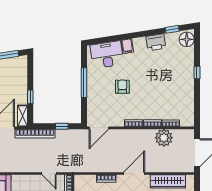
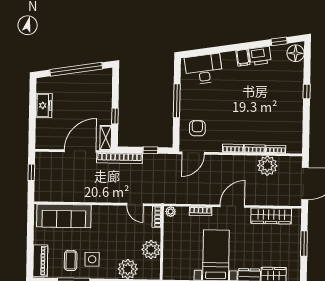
filing cabinet: (127, 46) -> (243, 58), moved
armchair: (122, 87) -> (197, 128), moved
plant: (80, 179) -> (171, 212), added

